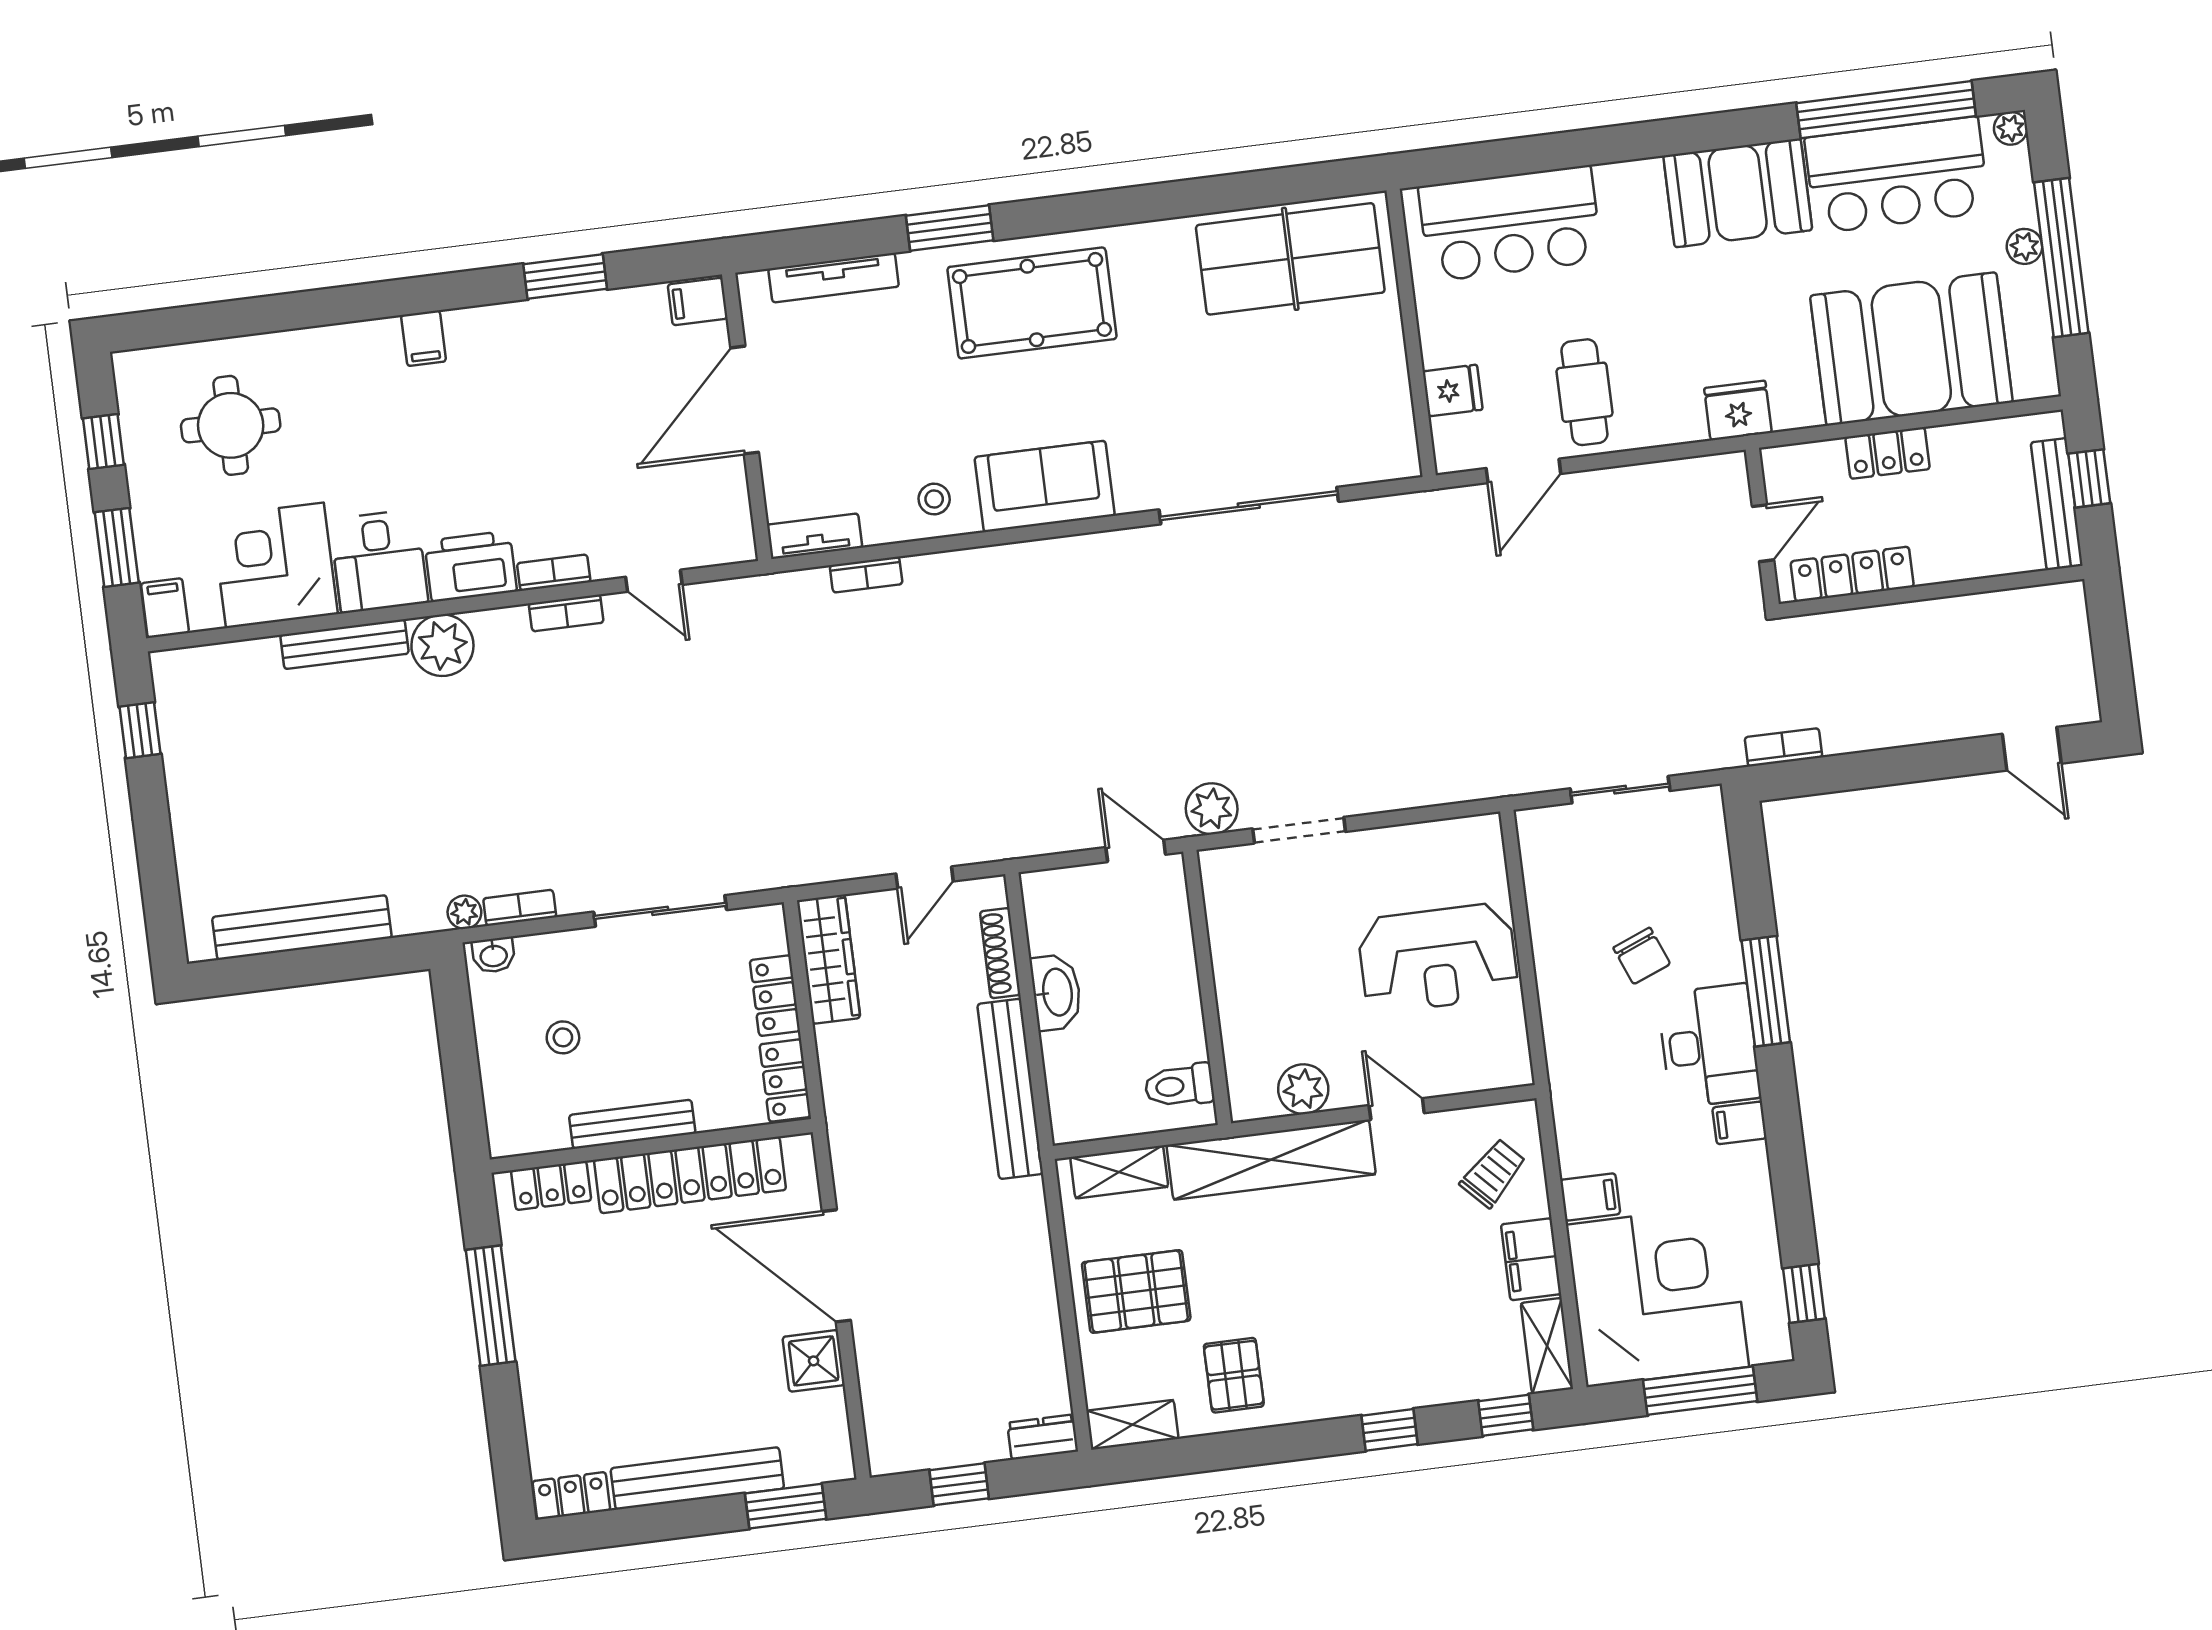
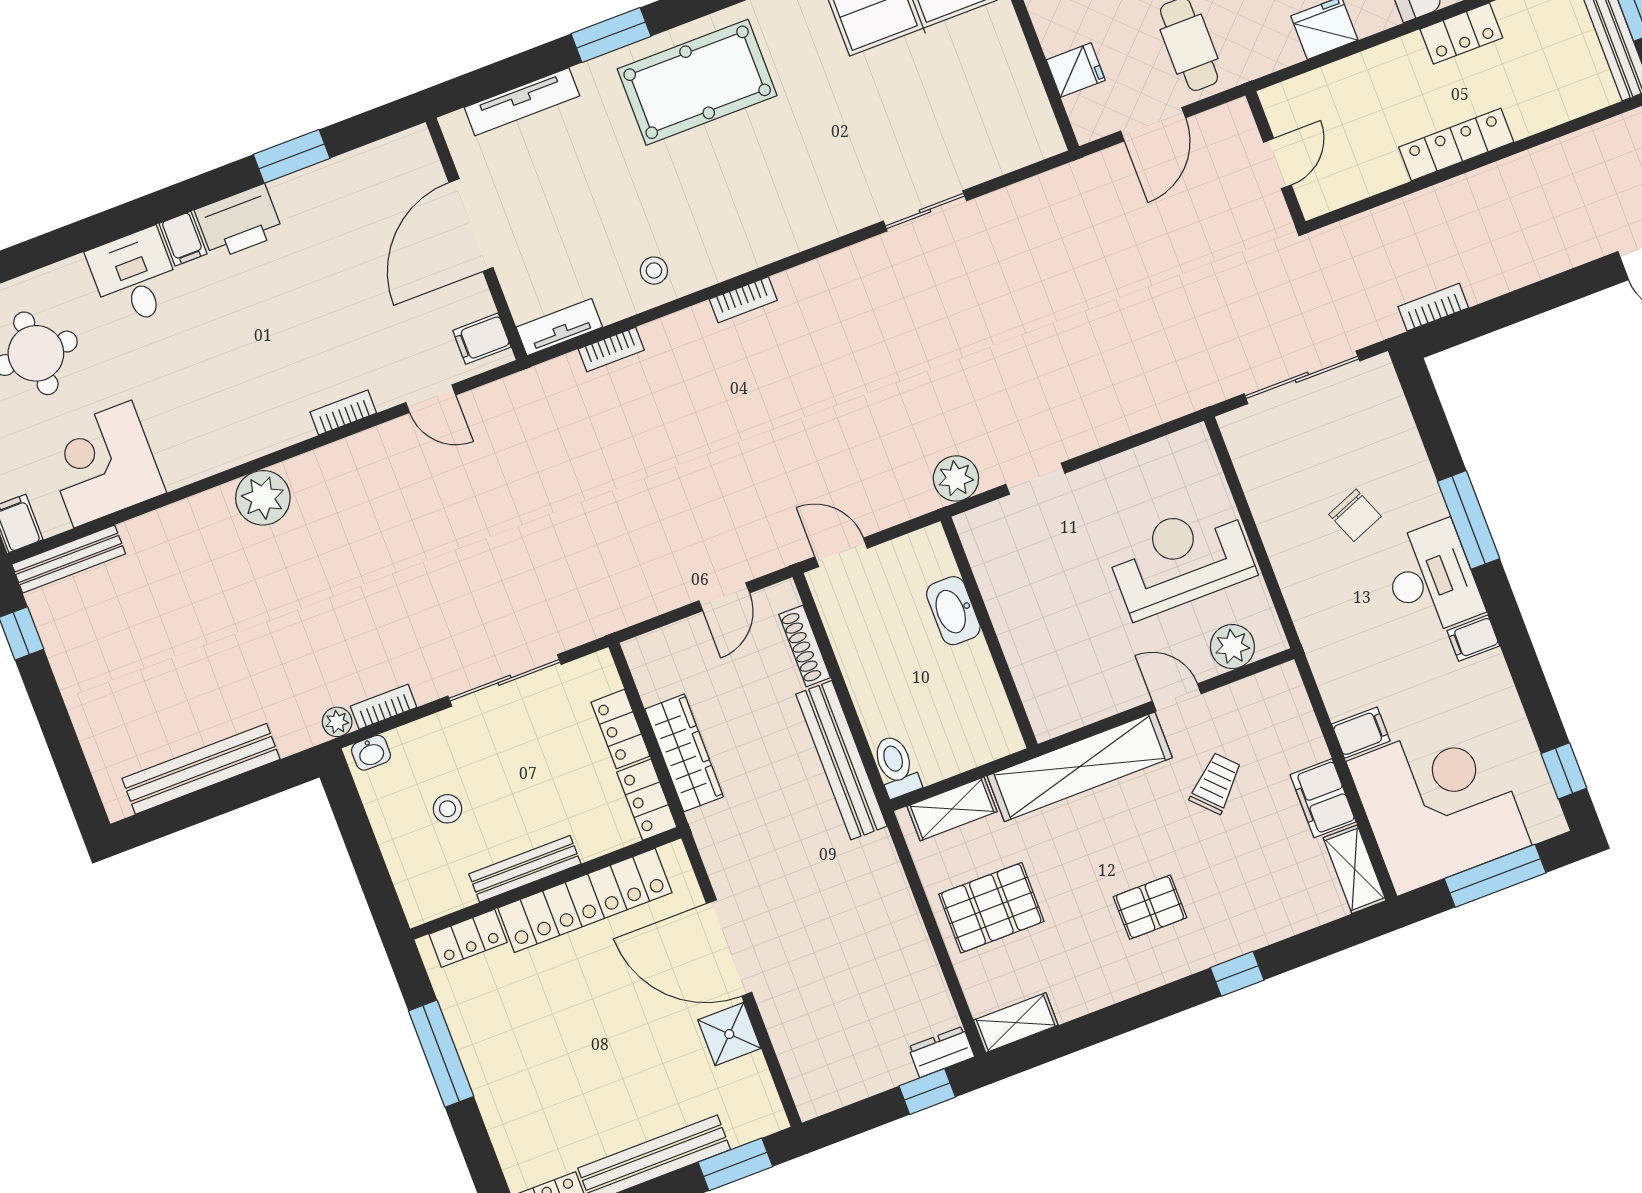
filing cabinet: (698, 301) -> (482, 339), moved
sofa: (1045, 486) -> (746, 237), removed
sliding door: (1249, 506) -> (925, 211), width x0.54
wall: (1762, 527) -> (1275, 158), moved
door: (1763, 533) -> (1277, 164), moved
desk: (379, 561) -> (135, 277), moved, turned 180
printer: (471, 566) -> (239, 222), moved, turned 180
bookcase: (566, 613) -> (743, 300), moved
bench: (344, 644) -> (69, 559), moved
sliding door: (1620, 790) -> (1302, 377), width x1.37
doorway: (1299, 830) -> (1035, 479), width x0.73
door: (1136, 851) -> (841, 552), moved
reception desk: (1438, 958) -> (1181, 559), turned 180
wardrobe: (829, 959) -> (684, 753), moved
washbasin: (1056, 992) -> (953, 611), moved, turned 180
toilet: (1179, 1086) -> (896, 766), moved, turned 90
plant: (1303, 1089) -> (1232, 647), moved
trolley: (1493, 1173) -> (1216, 783), moved
pallet: (1234, 1375) -> (1150, 907), moved, turned 90
window: (1506, 1415) -> (1334, 937), removed
window: (959, 1484) -> (927, 1092), moved

